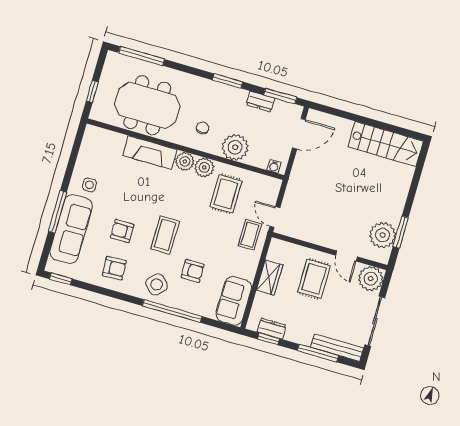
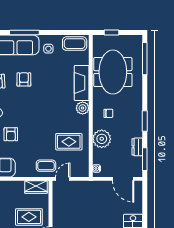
plant: (204, 167) -> (82, 122), removed
coffee table: (165, 235) -> (75, 44), moved
wardrobe: (270, 277) -> (36, 187), moved

